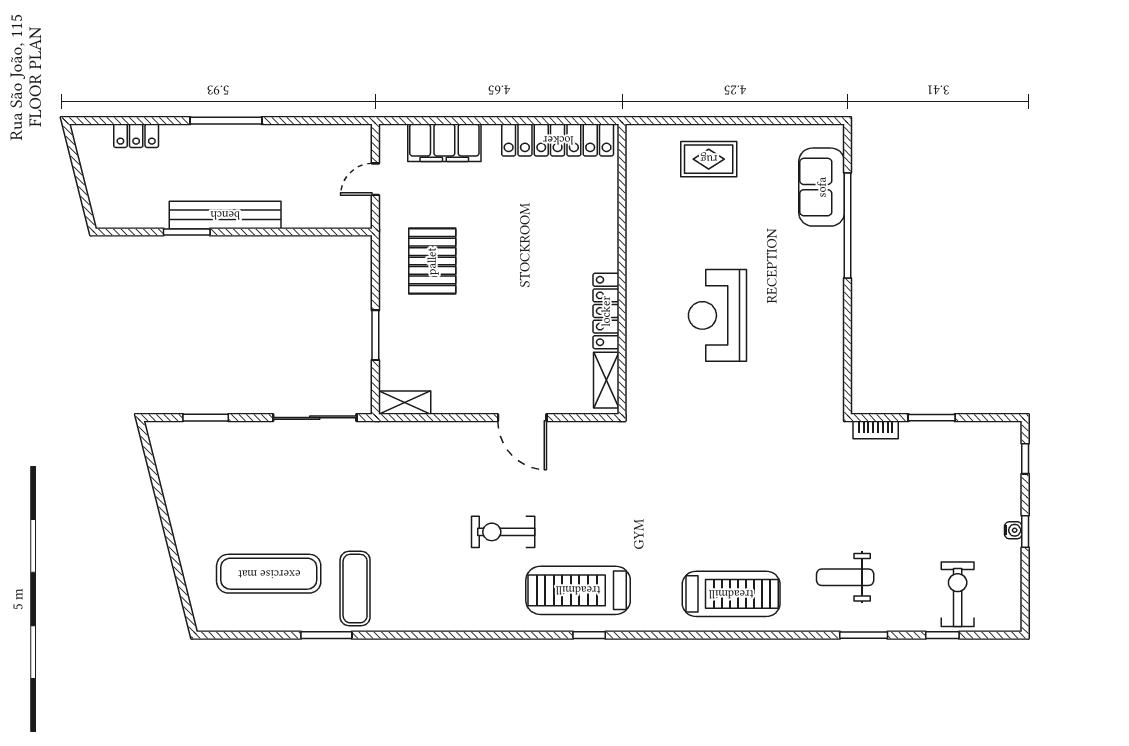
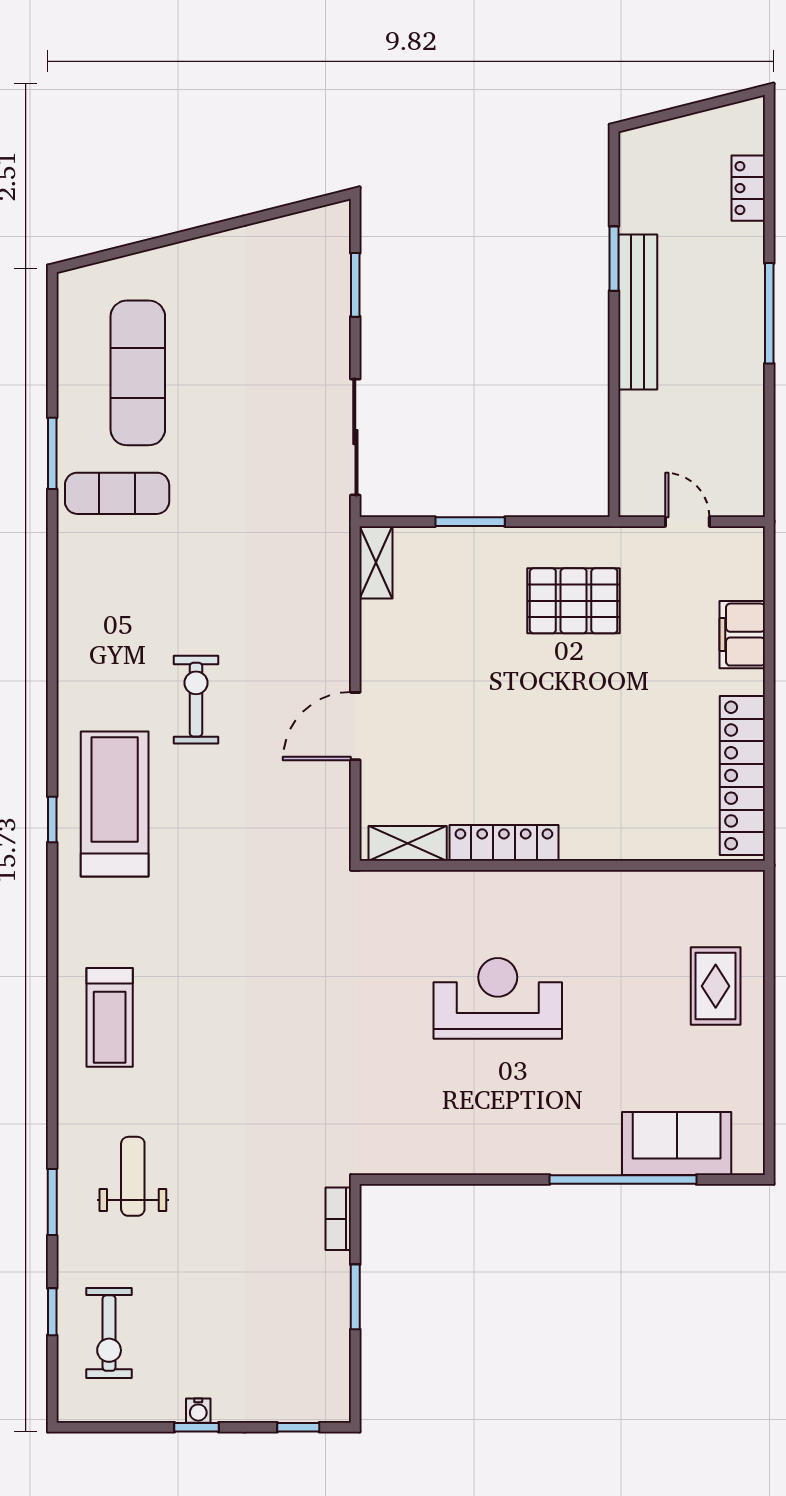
filing cabinet: (444, 143) -> (742, 635), width x0.67, depth x0.86
treadmill: (731, 594) -> (110, 1017), width x0.73, depth x0.73
exercise bike: (958, 594) -> (109, 1333), turned 90

